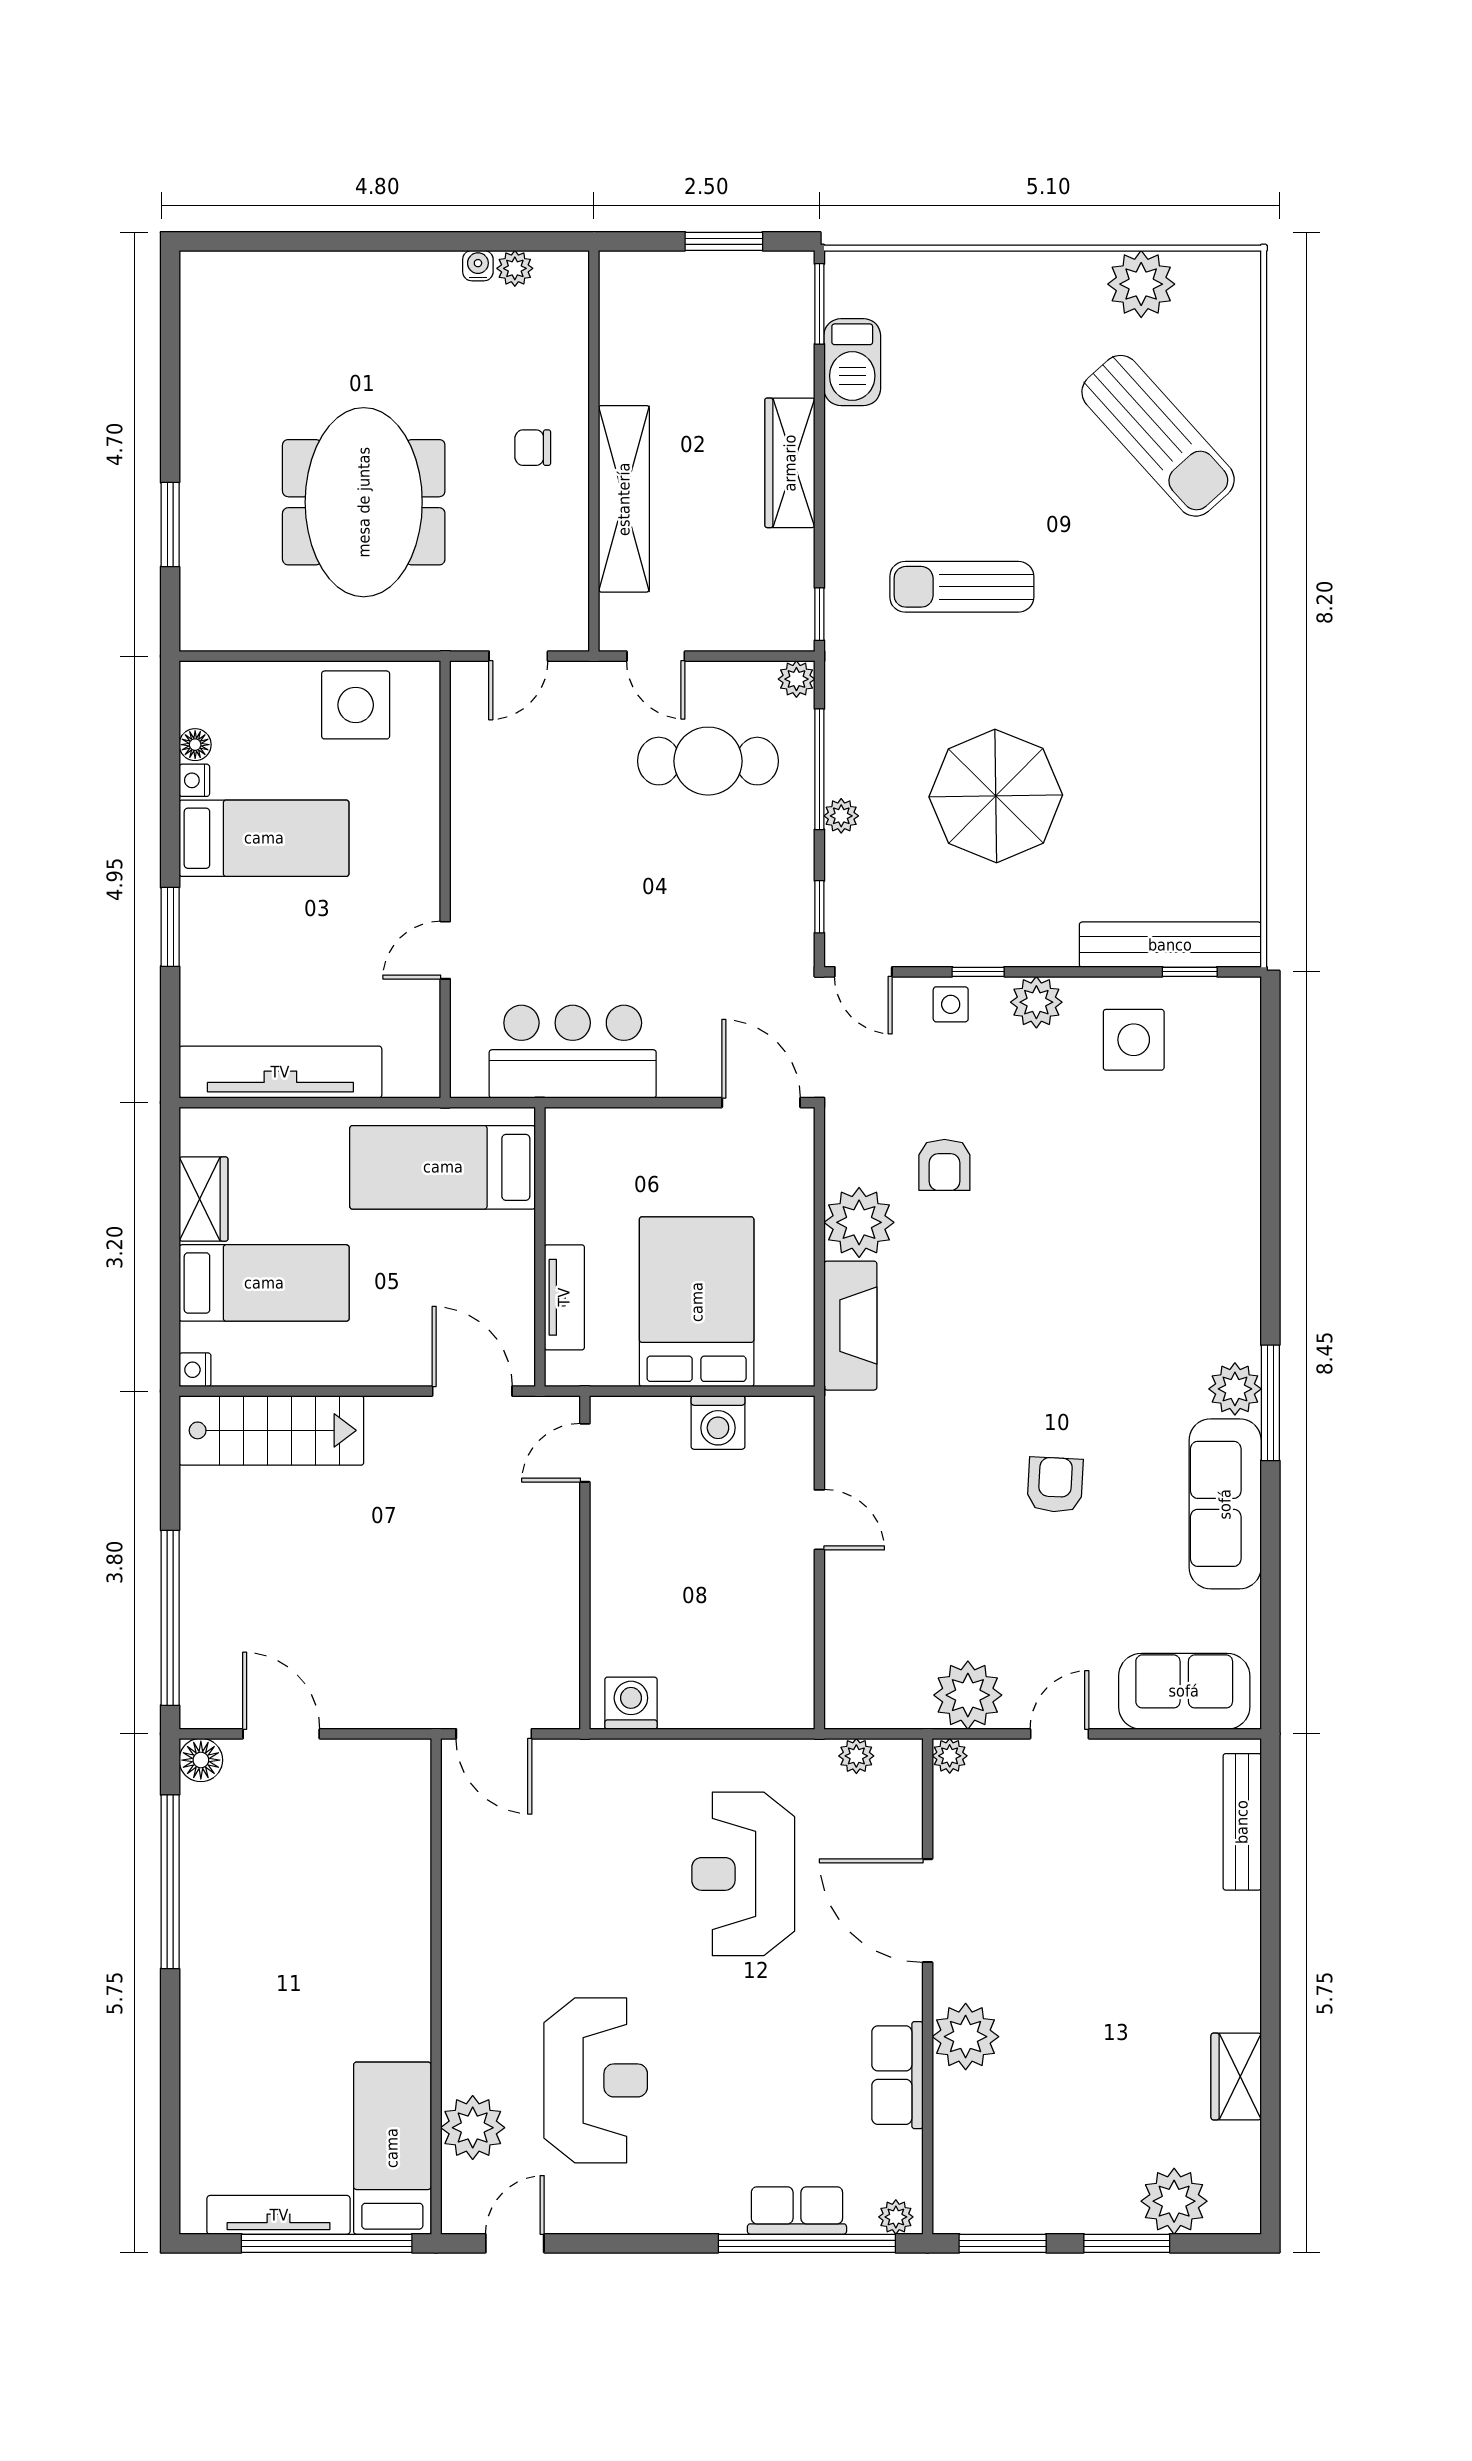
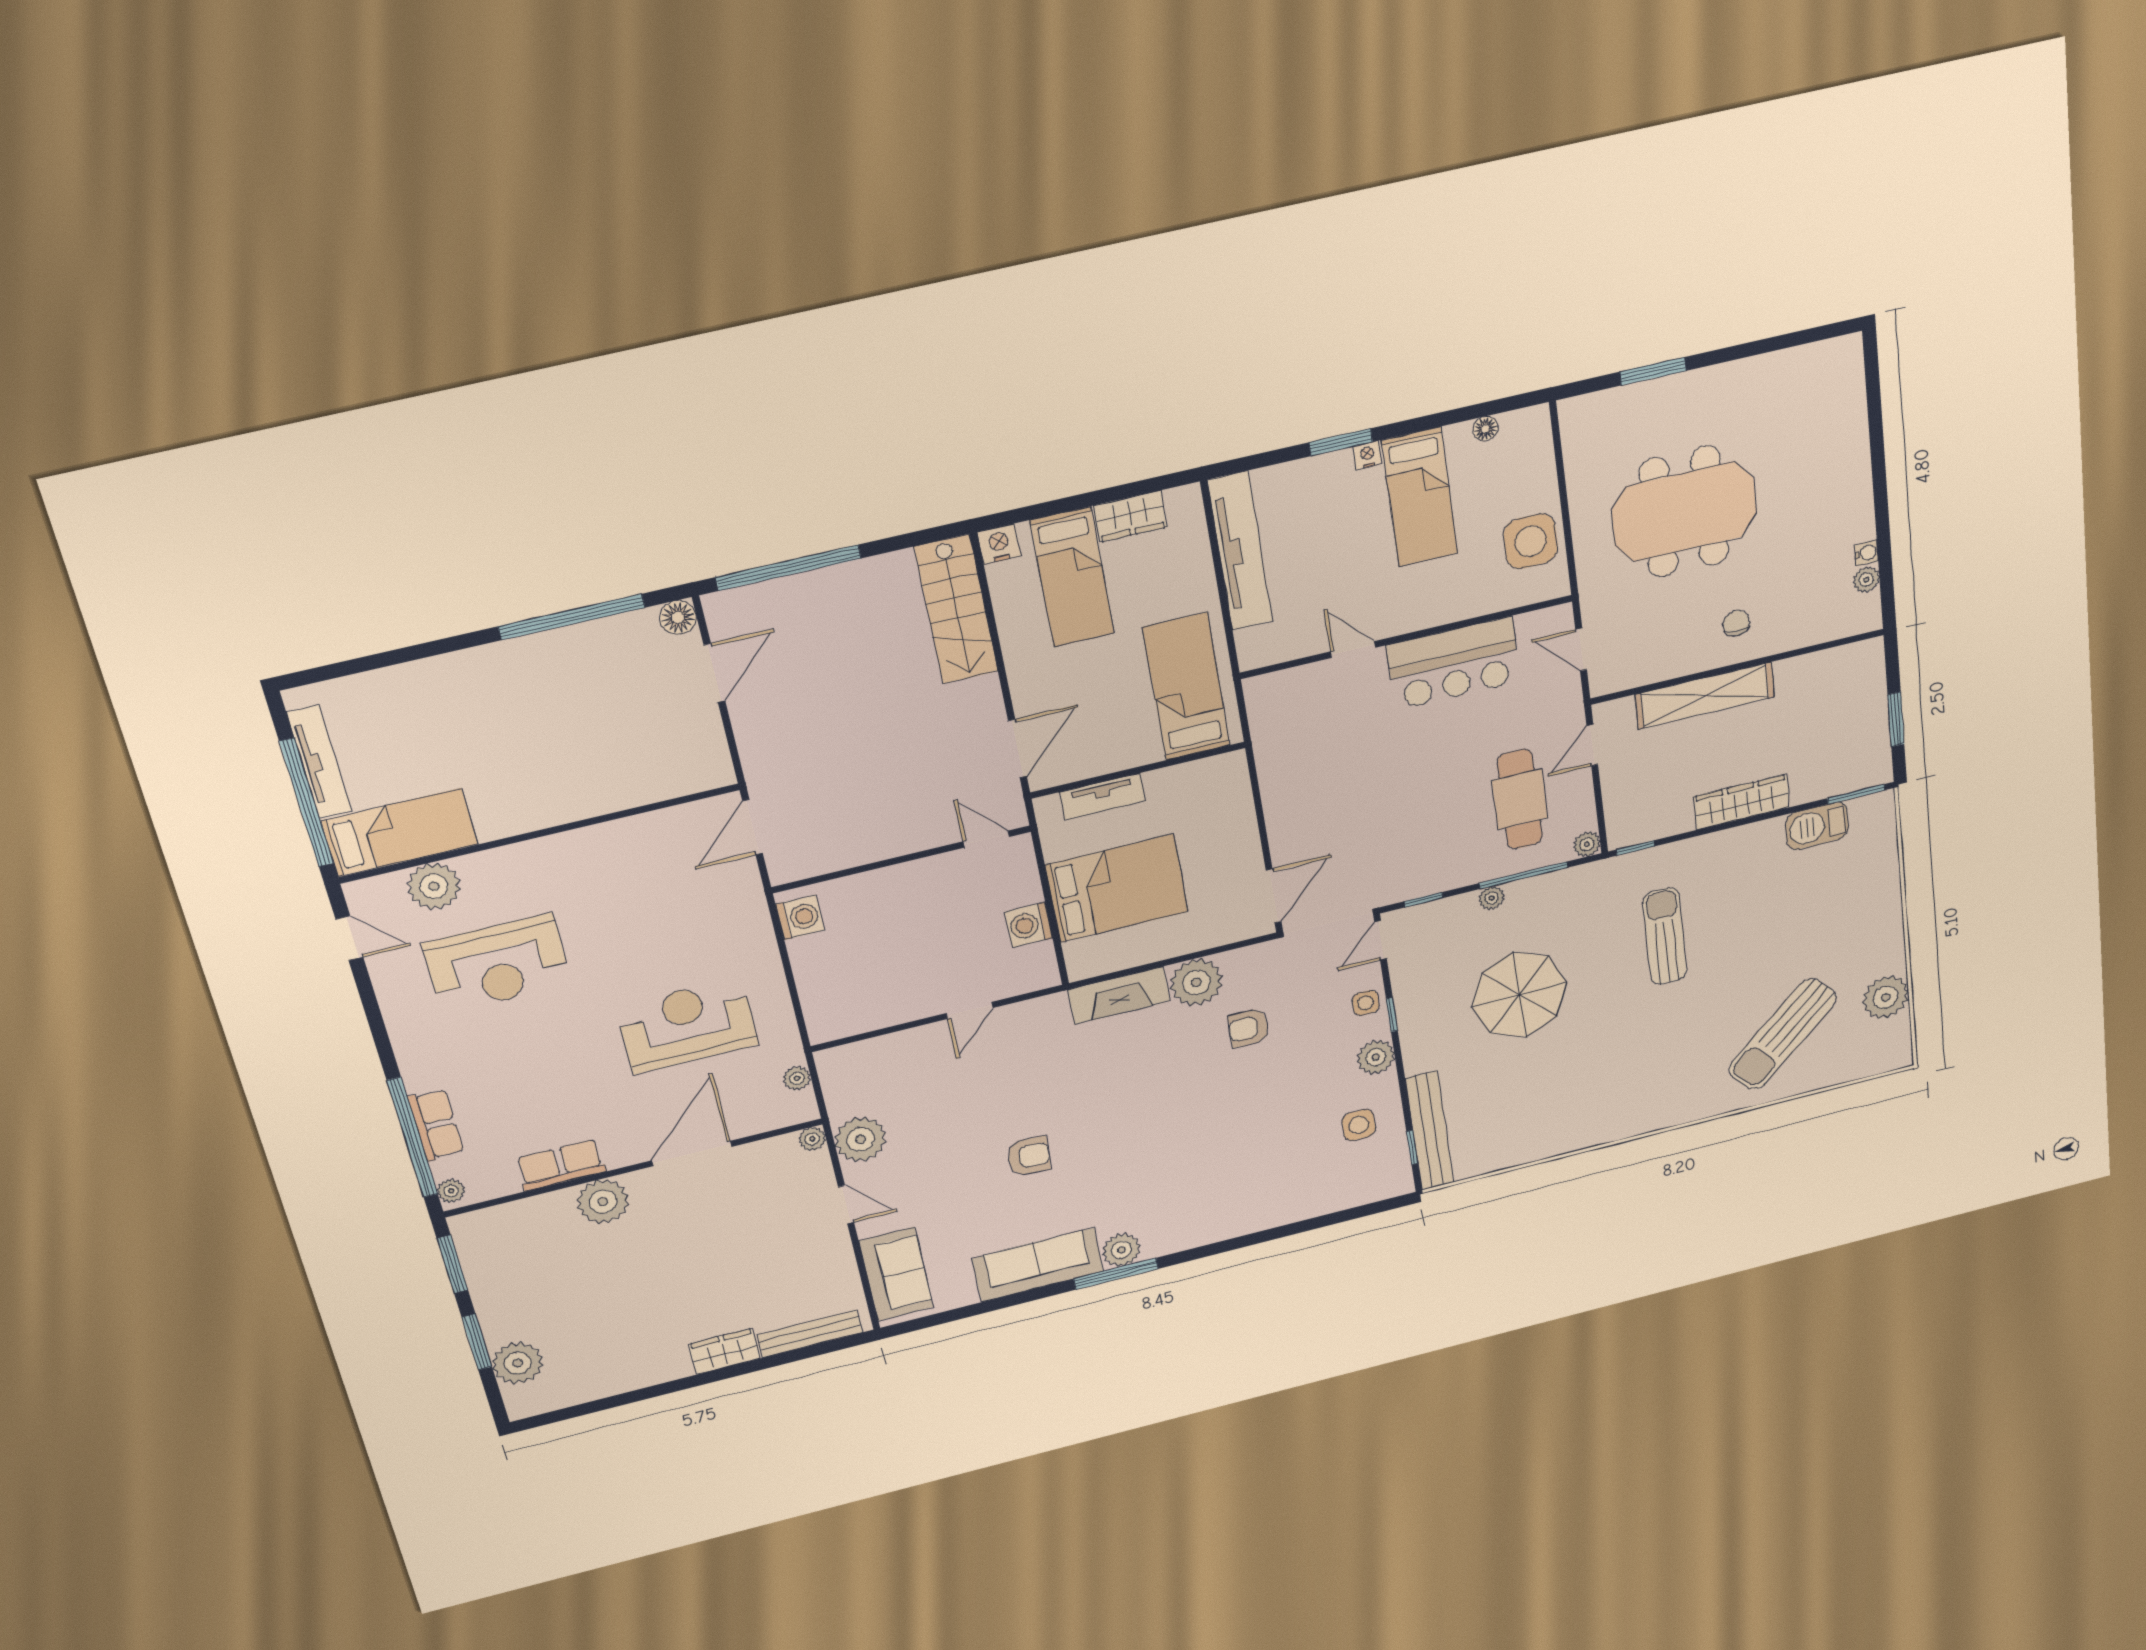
nightstand: (194, 780) -> (1367, 455), moved
side table: (1134, 1040) -> (1359, 1125), width x0.73, depth x0.73
bar counter: (573, 1052) -> (1454, 663), moved, turned 90
nightstand: (195, 1370) -> (999, 544), width x1.39, depth x1.35
wardrobe: (1236, 2077) -> (725, 1351), moved

